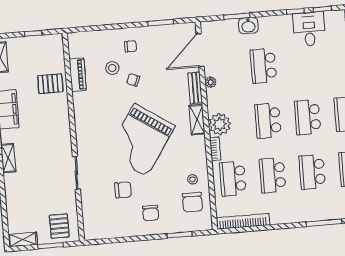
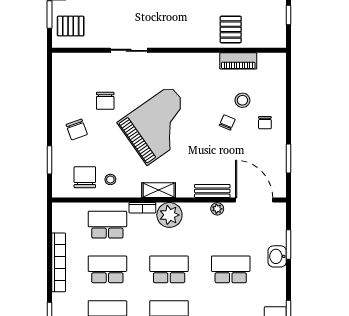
shelving: (197, 120) -> (159, 190), moved
grand piano: (141, 140) -> (159, 125), turned 111
chair: (192, 202) -> (85, 177), turned 90
chair: (151, 213) -> (77, 129), turned -110
bookcase: (243, 221) -> (59, 262), moved

